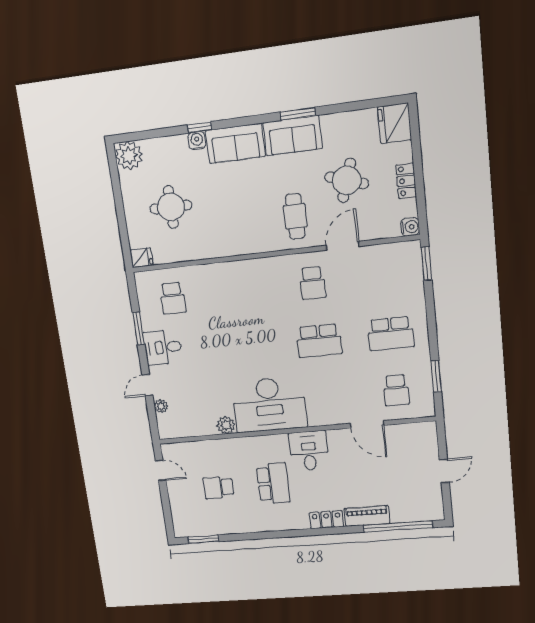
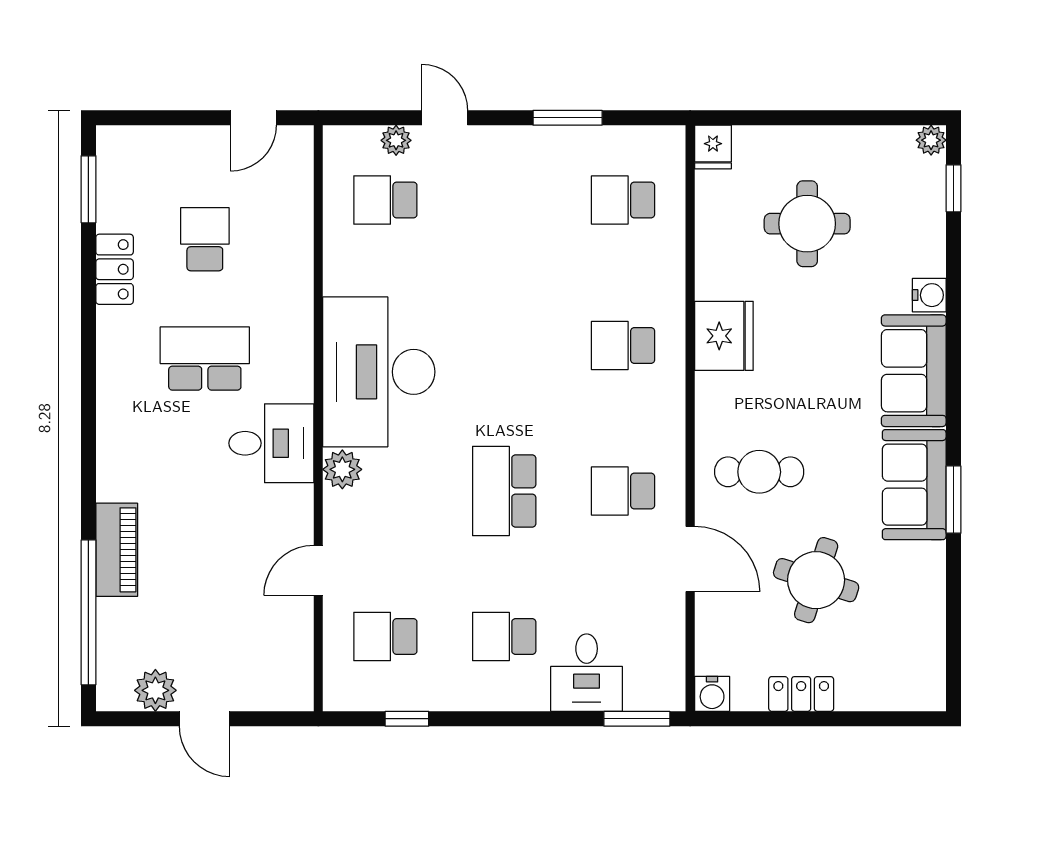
fridge: (395, 123) -> (724, 336), moved, turned 90
window: (200, 127) -> (953, 188), moved
plant: (129, 156) -> (931, 140), width x0.53, depth x0.53
school desk: (242, 291) -> (623, 346), added
school desk: (391, 333) -> (504, 636), width x0.54
desk: (163, 347) -> (587, 673), moved, turned 180
window: (436, 376) -> (407, 719), width x0.67
school desk: (189, 409) -> (385, 200), added
door: (367, 424) -> (318, 570), width x0.73
plant: (226, 425) -> (342, 469), moved
school desk: (273, 483) -> (205, 359), turned 180
plant: (432, 494) -> (155, 690), added
locker: (326, 520) -> (115, 269), moved

